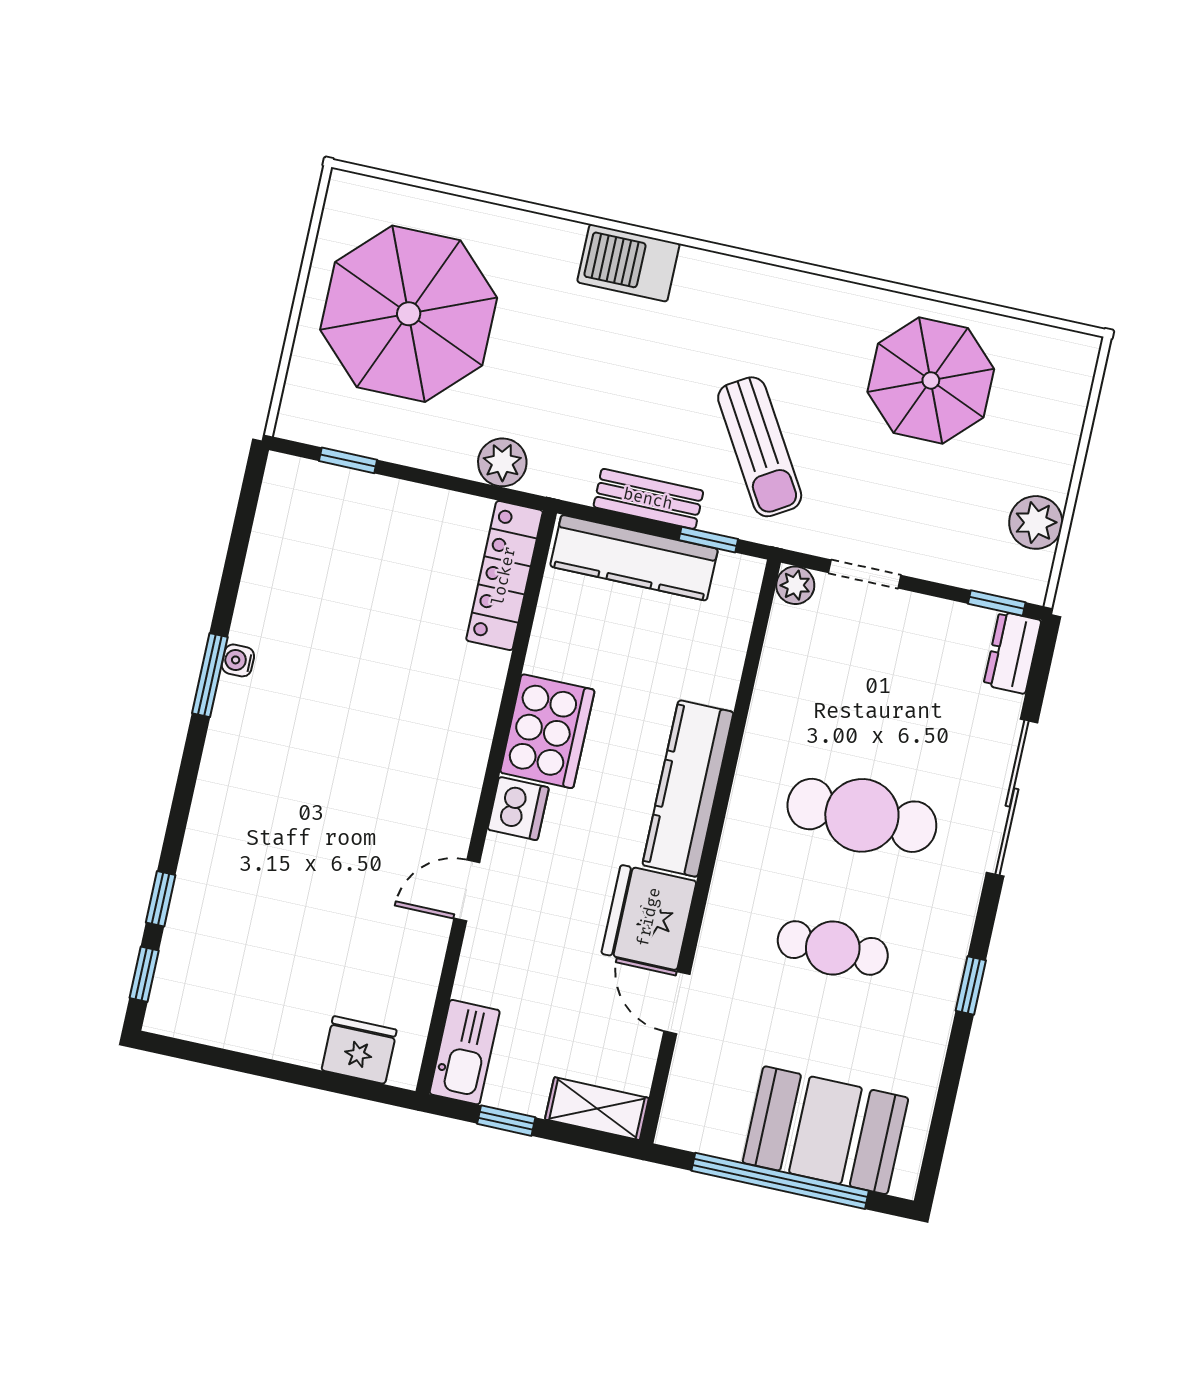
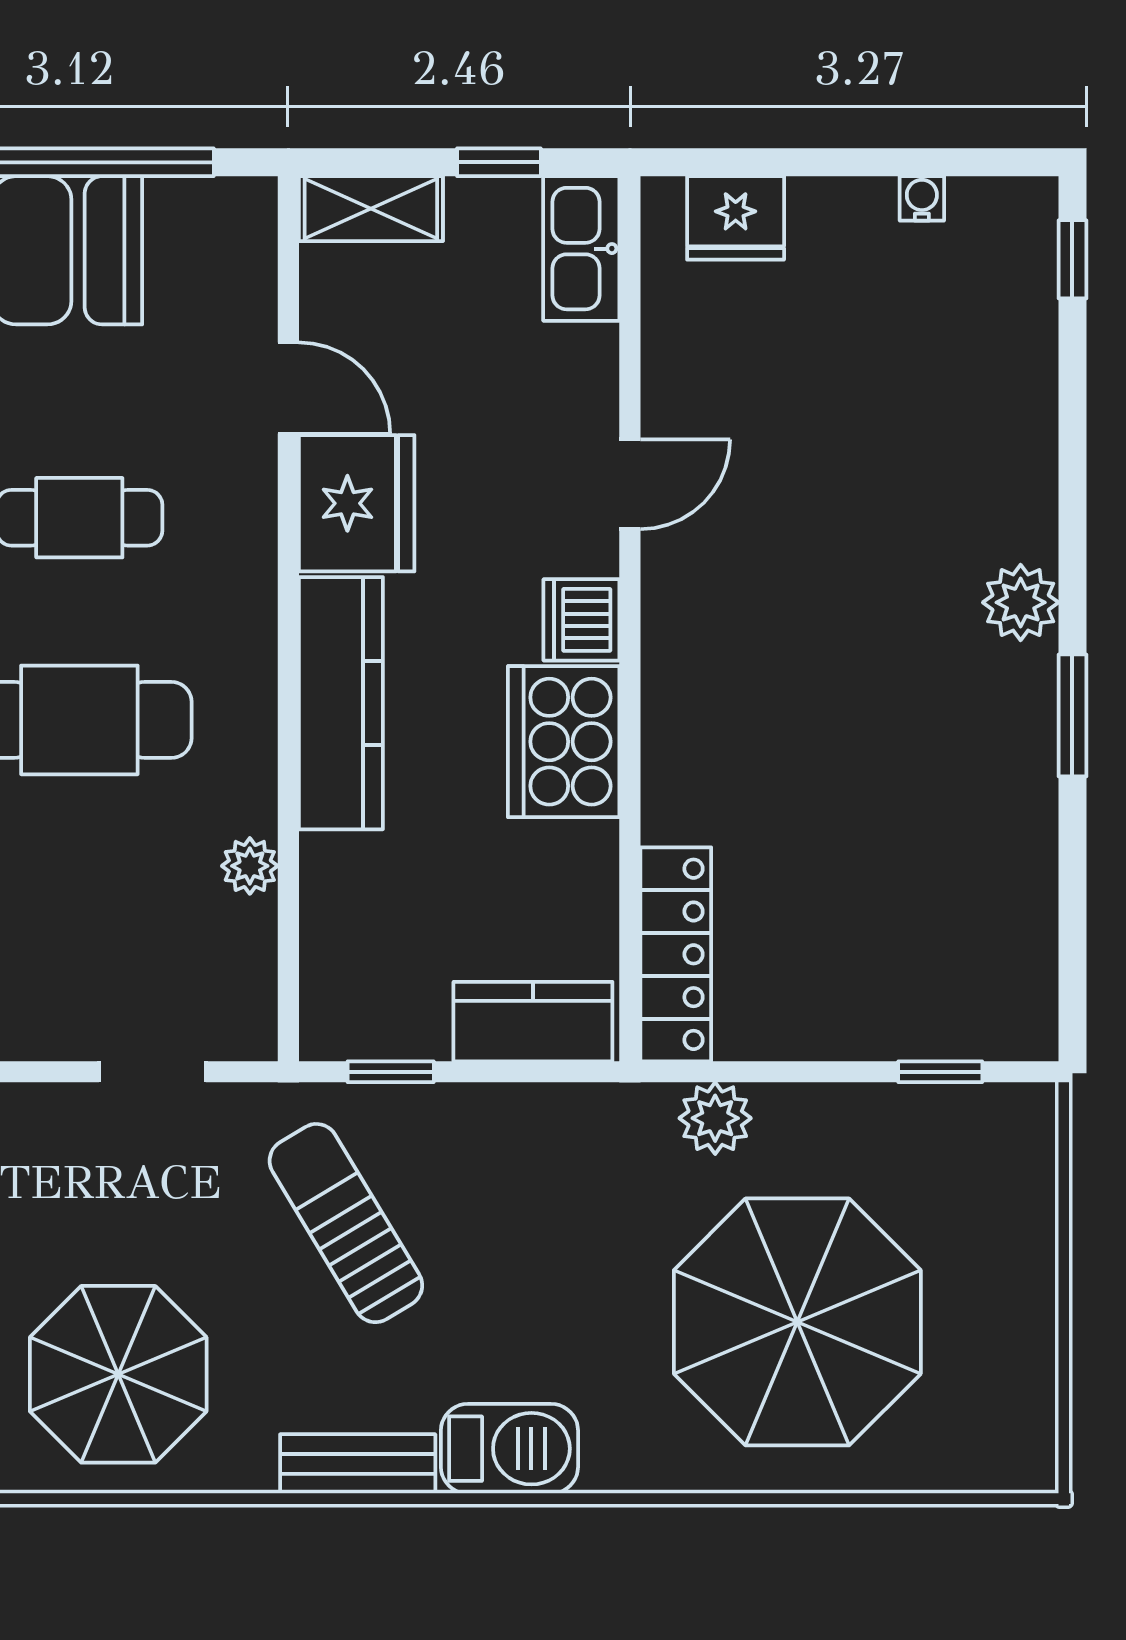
barbecue: (628, 263) -> (509, 1449), moved
parasol: (409, 314) -> (797, 1322), moved
bench: (648, 499) -> (358, 1464), moved
kitchen counter: (634, 558) -> (533, 1022), width x0.67
plant: (795, 585) -> (250, 866), moved
water cooler: (238, 660) -> (922, 198), moved, turned -90
plant: (228, 757) -> (1021, 602), added
window: (161, 899) -> (1072, 374), removed

